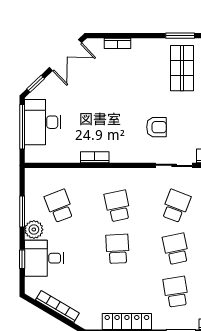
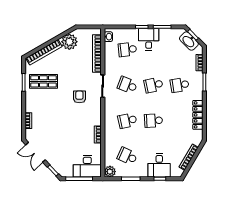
double door: (65, 55) -> (36, 152), swing flipped
desk: (43, 122) -> (87, 166), moved
school desk: (59, 206) -> (127, 156), turned 45
plant: (34, 230) -> (110, 172), moved

